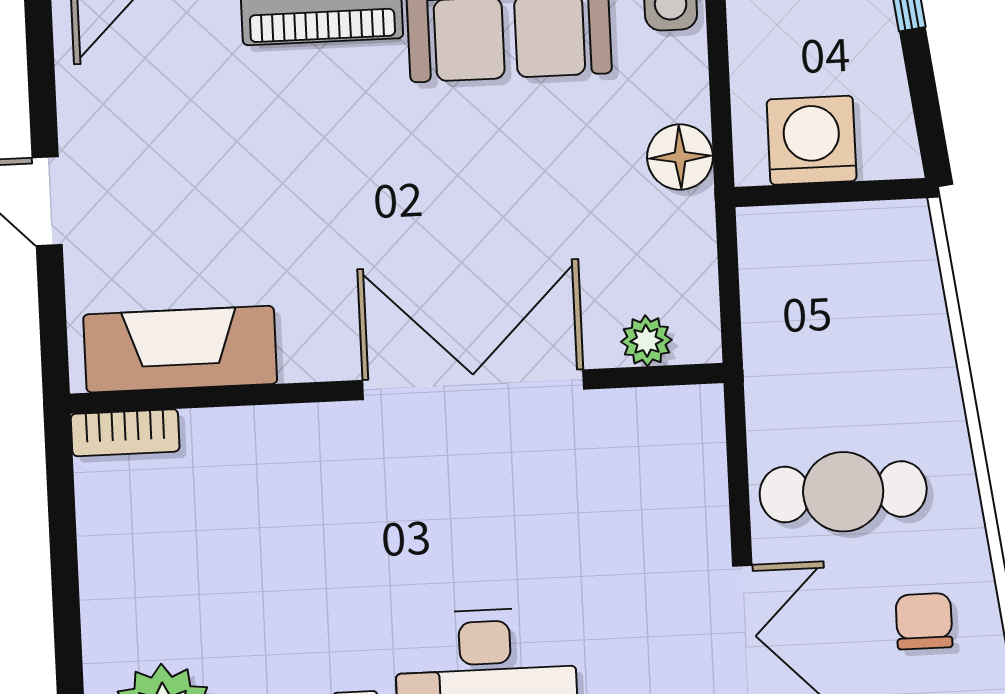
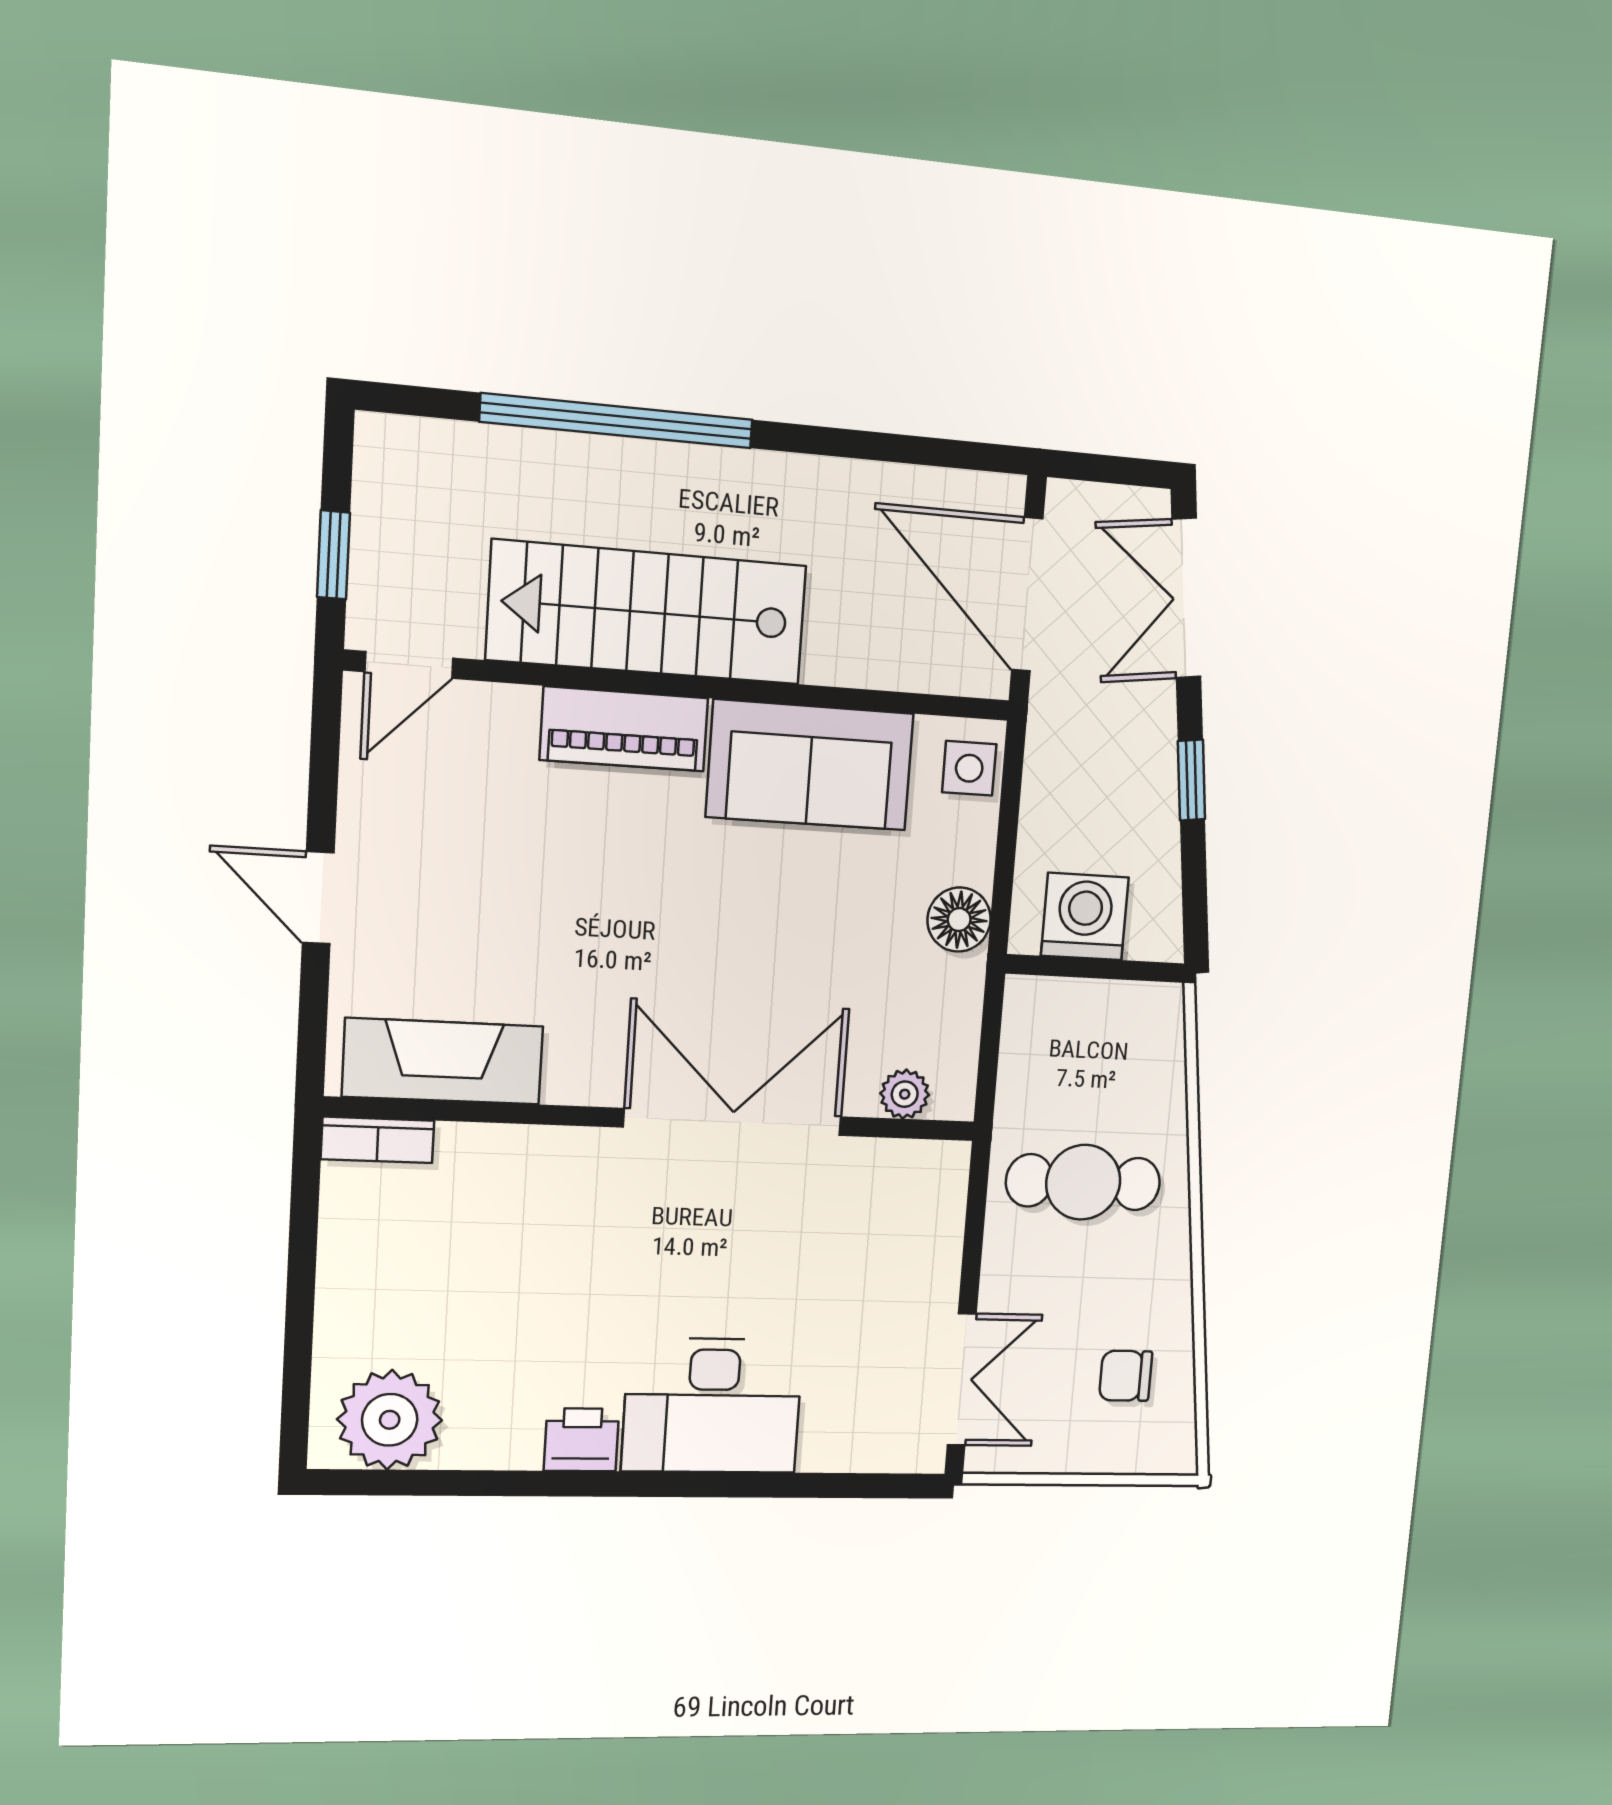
cafe table: (843, 492) -> (1083, 1182), moved
chair: (924, 621) -> (1126, 1376), turned -90

